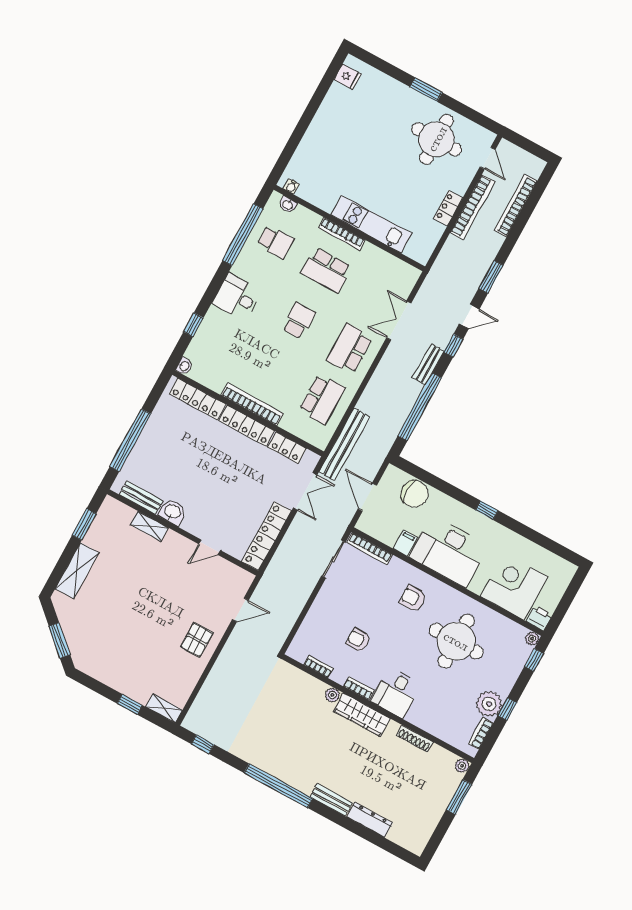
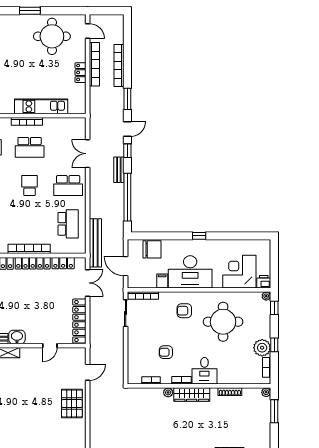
bookcase: (515, 206) -> (119, 66), moved
school desk: (350, 349) -> (68, 186), turned -90
pallet: (197, 640) -> (72, 403), width x1.50, depth x1.42

